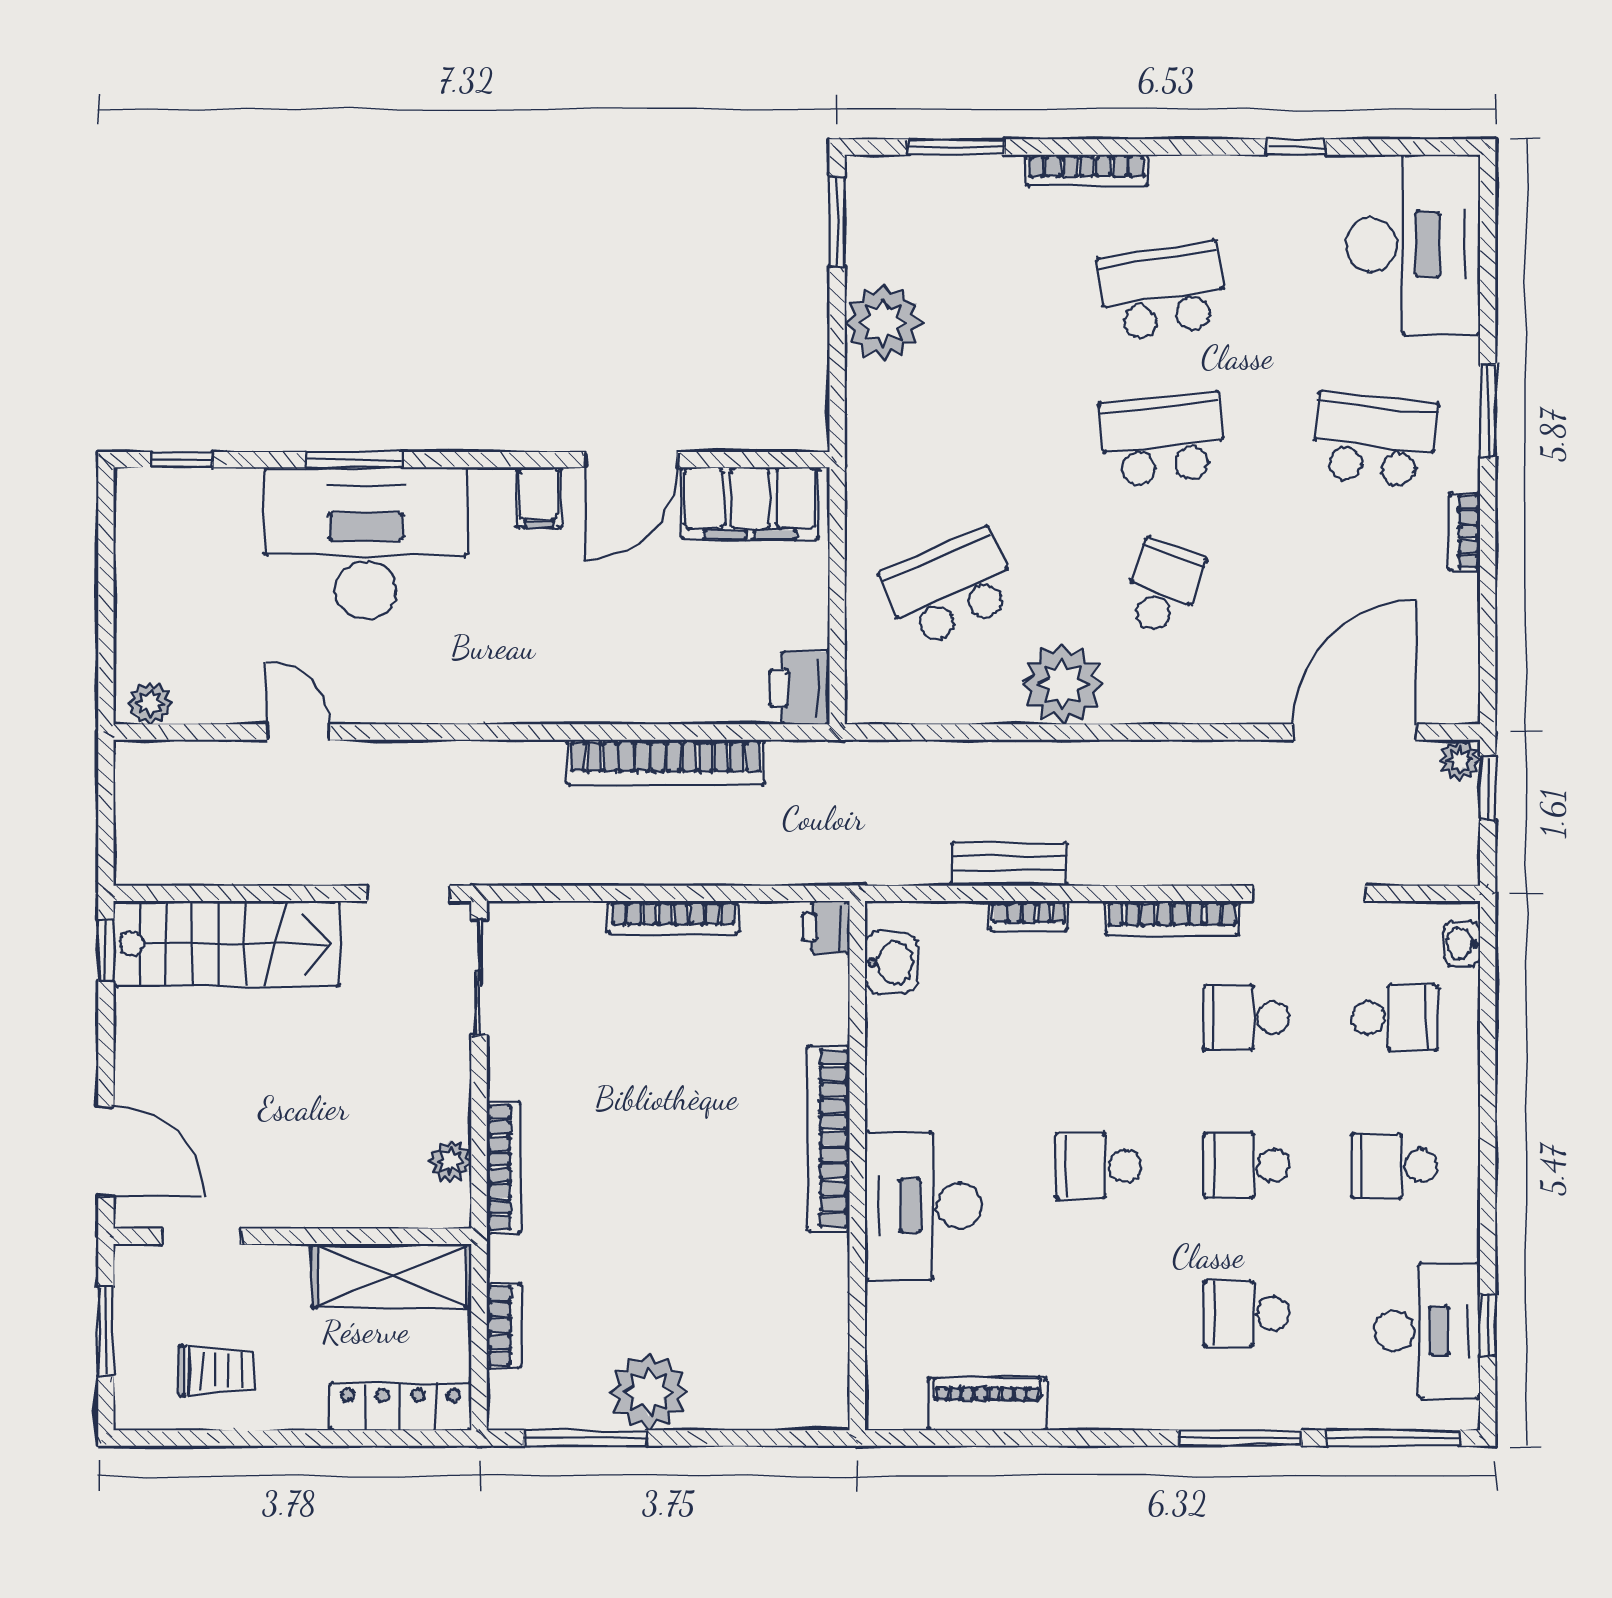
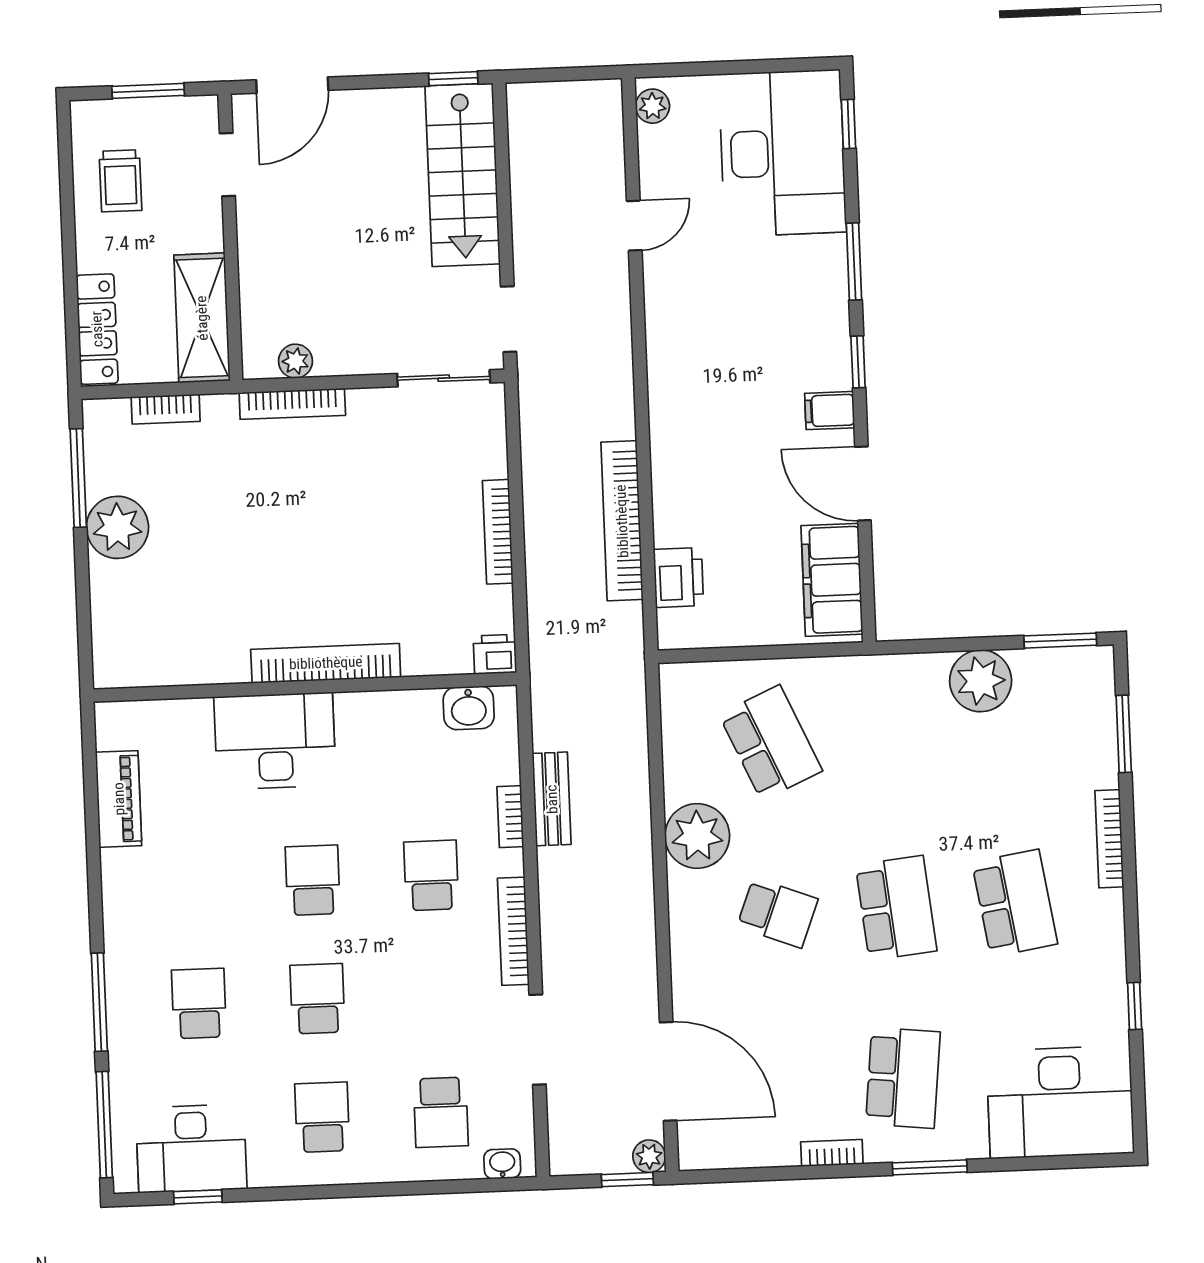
window: (479, 460) -> (858, 362), added
desk: (366, 543) -> (783, 153), moved
printer: (800, 688) -> (678, 577), moved, turned 90
school desk: (1246, 1018) -> (431, 875), moved

